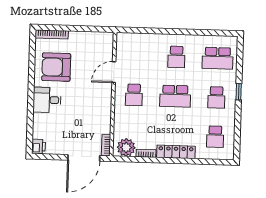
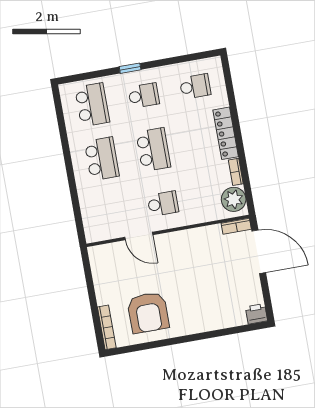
school desk: (176, 57) -> (102, 159), width x1.85
desk: (47, 100) -> (193, 316), removed

